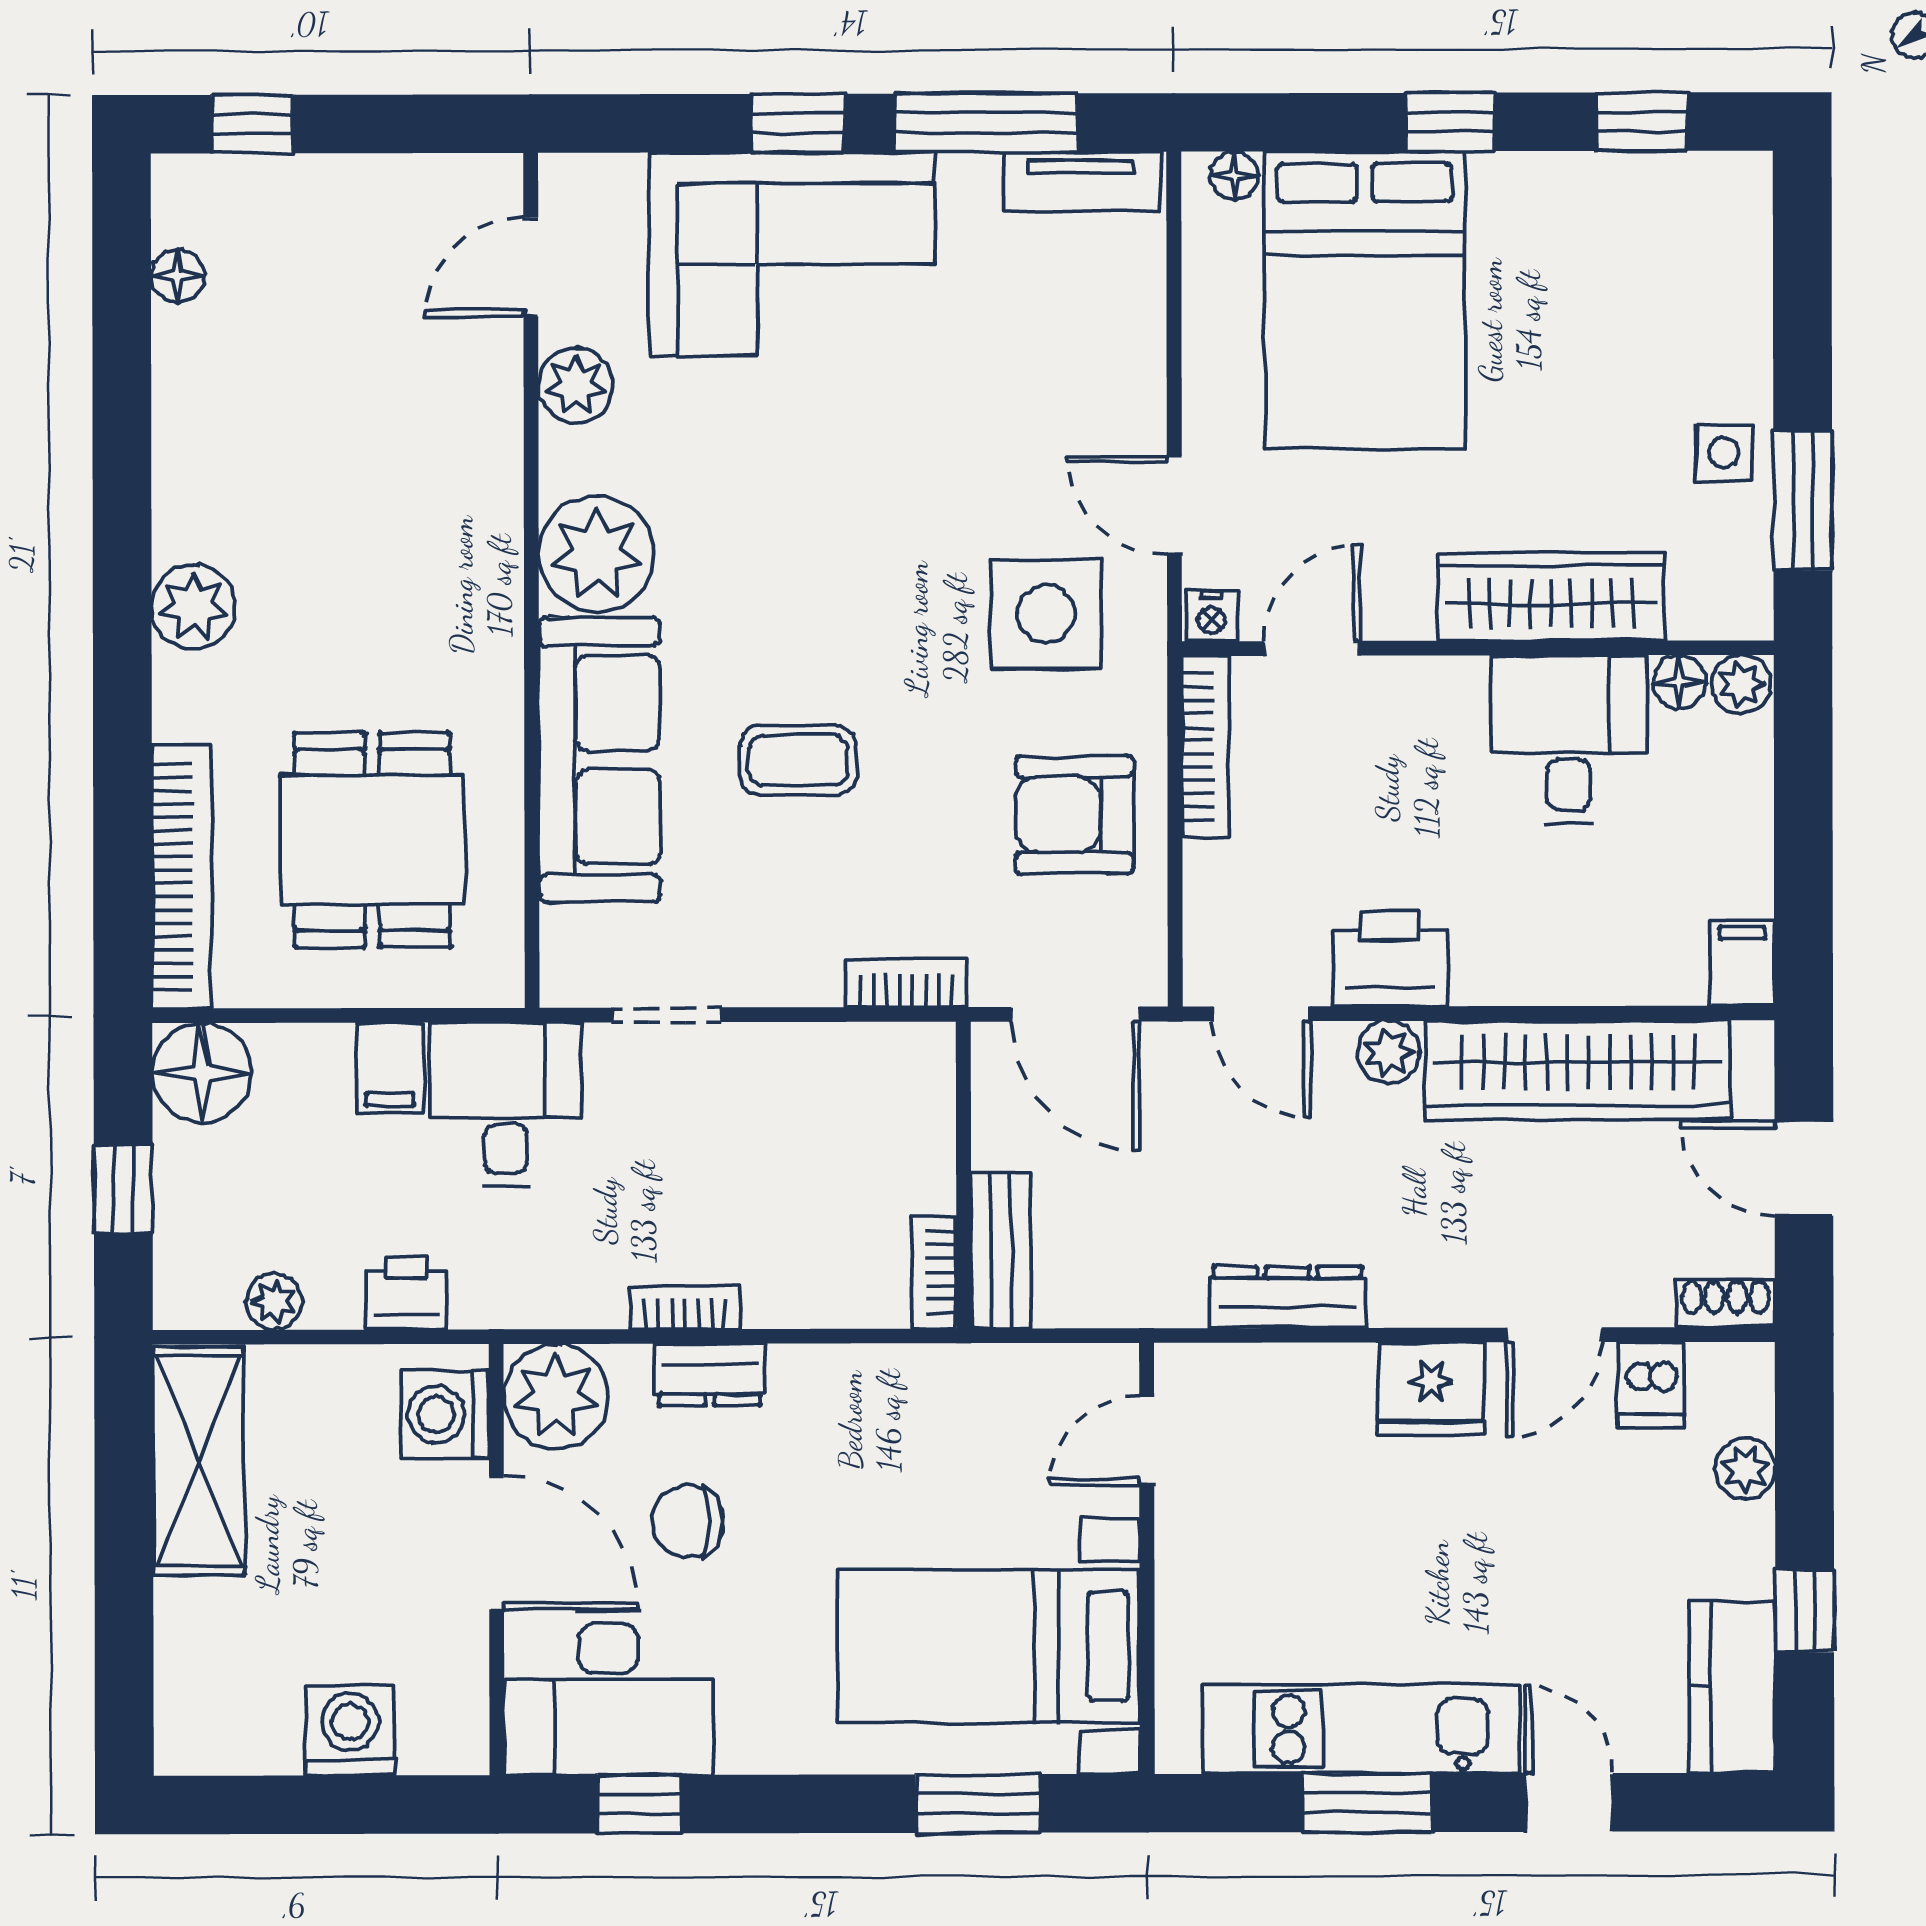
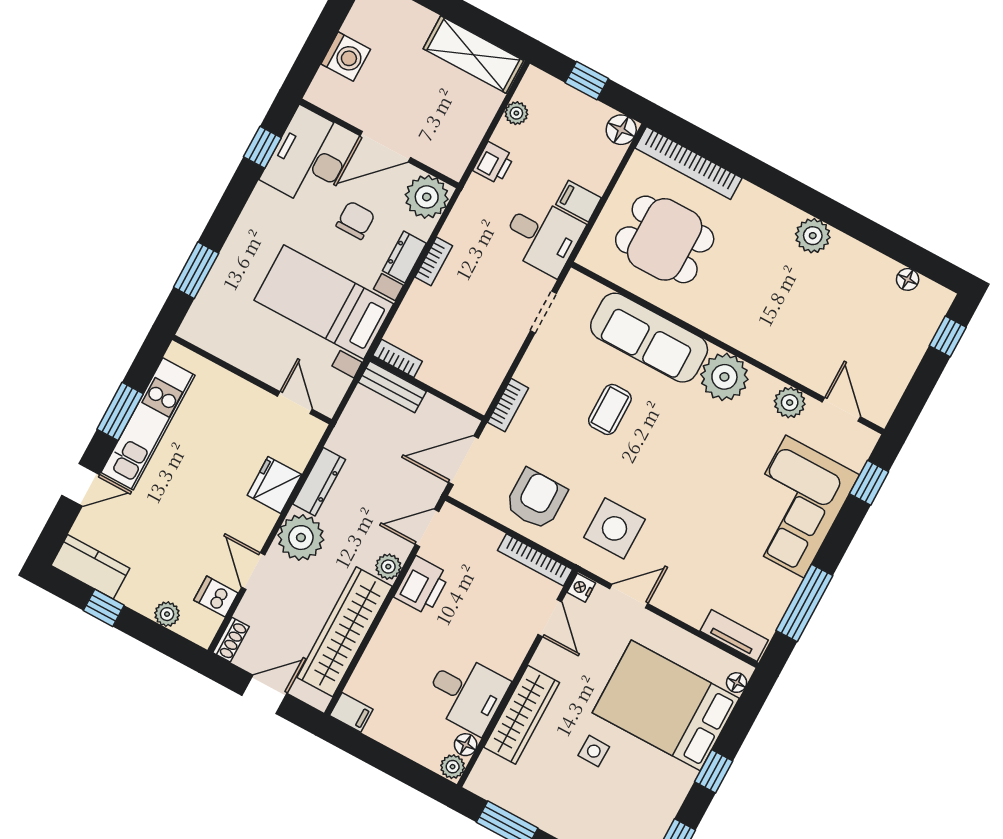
window: (798, 123) -> (869, 483), moved
tv unit: (1082, 182) -> (734, 636), moved, turned 90
side table: (1724, 453) -> (594, 751), moved
plant: (194, 607) -> (813, 236), moved
floor lamp: (202, 1073) -> (621, 130), width x0.73, depth x0.73
plant: (1427, 1272) -> (301, 538), added
fridge: (1431, 1389) -> (274, 485), moved
washing machine: (445, 1414) -> (442, 153), removed
bed with nightstands: (989, 1646) -> (324, 302), moved, turned -90

